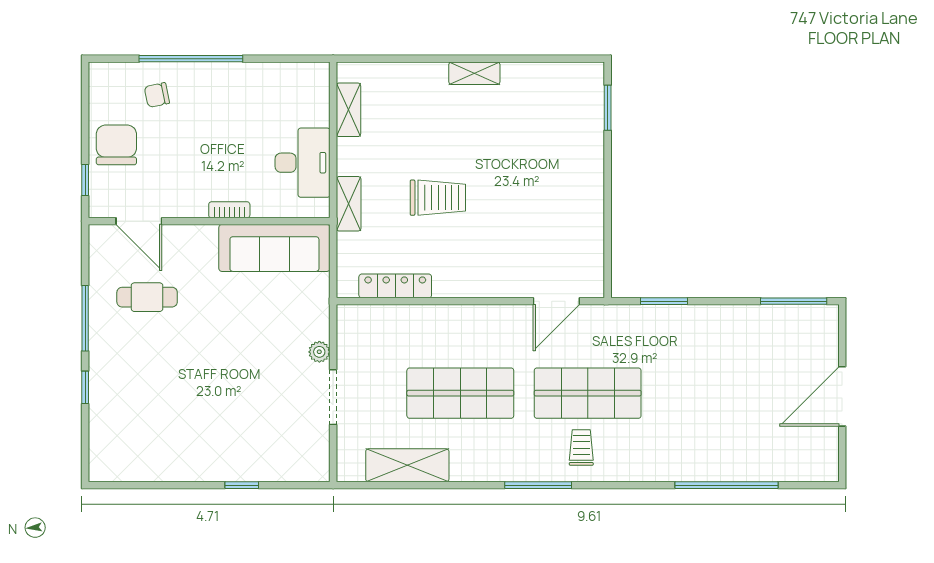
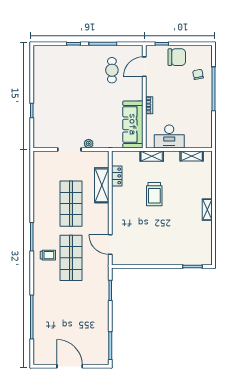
locker: (395, 286) -> (117, 176), width x0.66
shelving: (407, 465) -> (102, 185), moved

